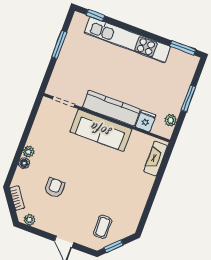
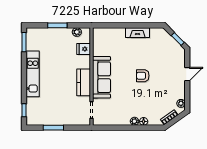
kitchen unit: (127, 40) -> (33, 74), width x0.73
kitchen counter: (111, 108) -> (84, 82), width x0.67
fireplace: (156, 159) -> (138, 33), moved
armchair: (54, 188) -> (143, 76), moved
coffee table: (103, 227) -> (167, 51), removed

